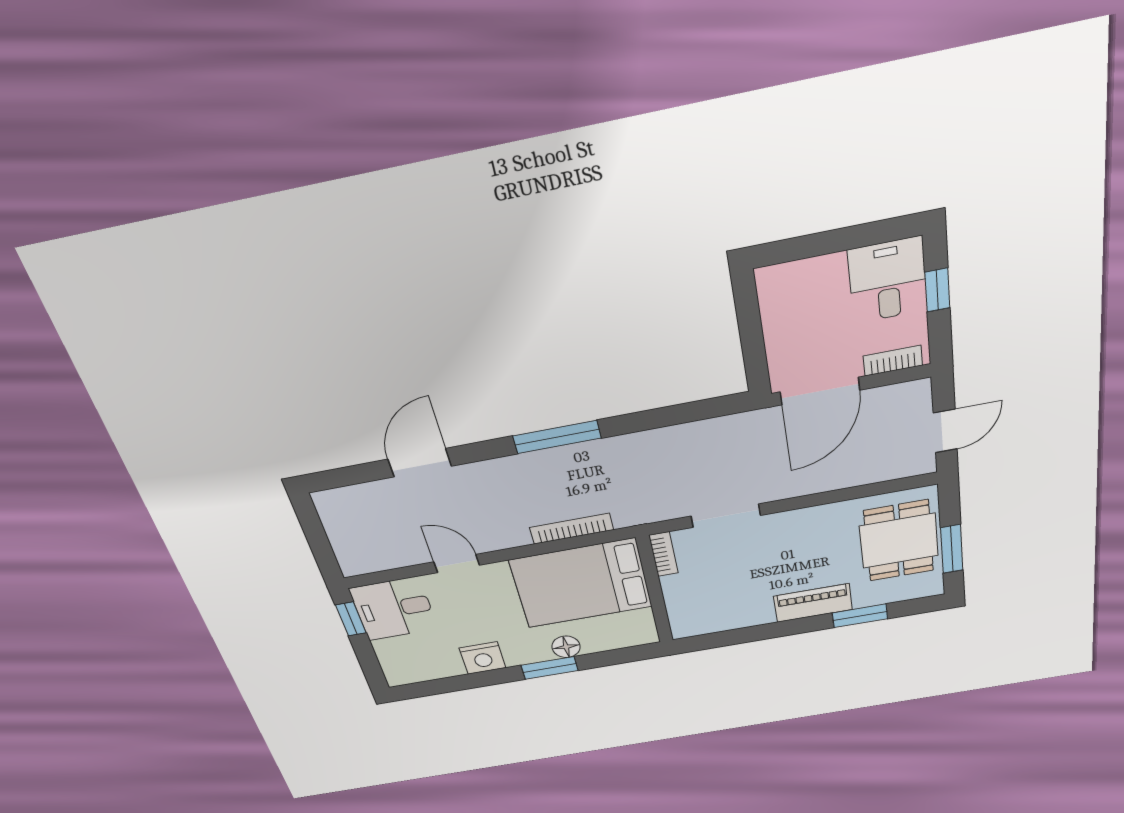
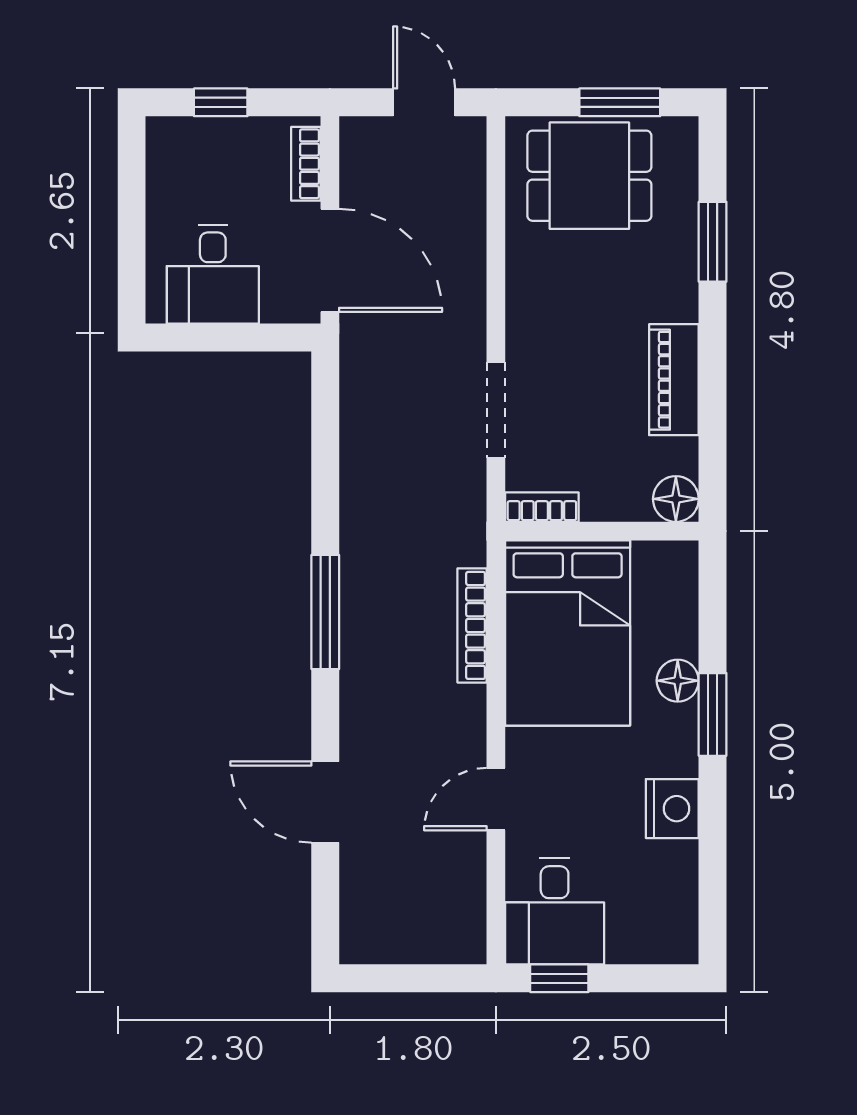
desk: (888, 280) -> (213, 274), moved, turned -90
piano: (813, 603) -> (674, 380), moved
floor lamp: (685, 626) -> (676, 499), added

